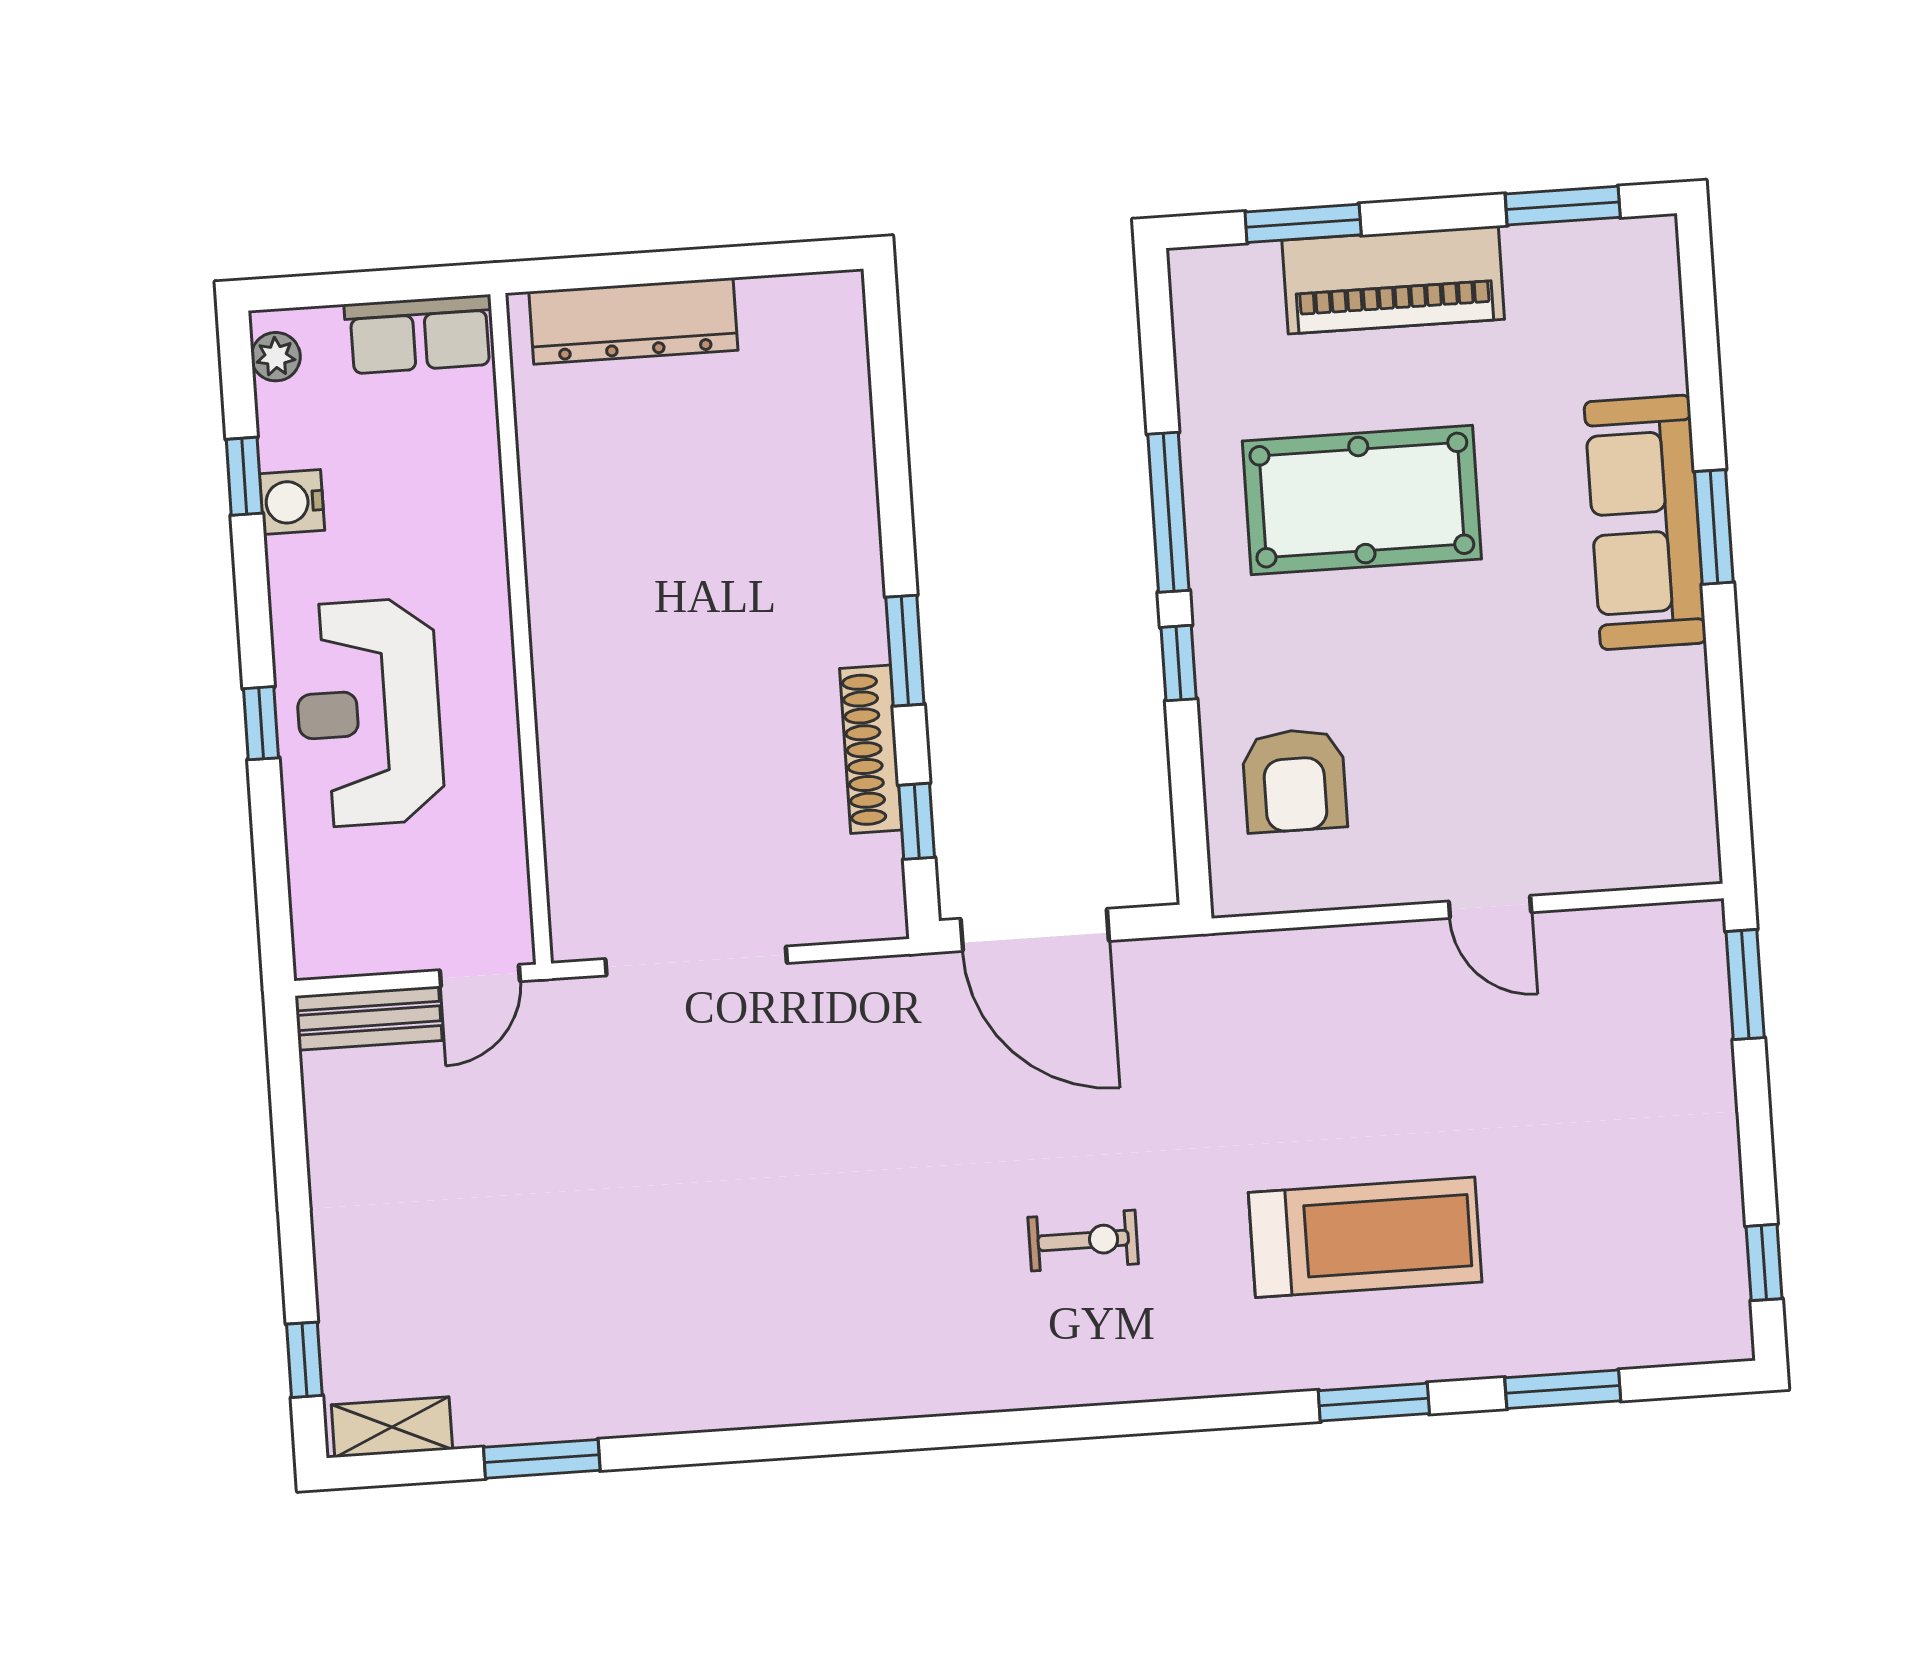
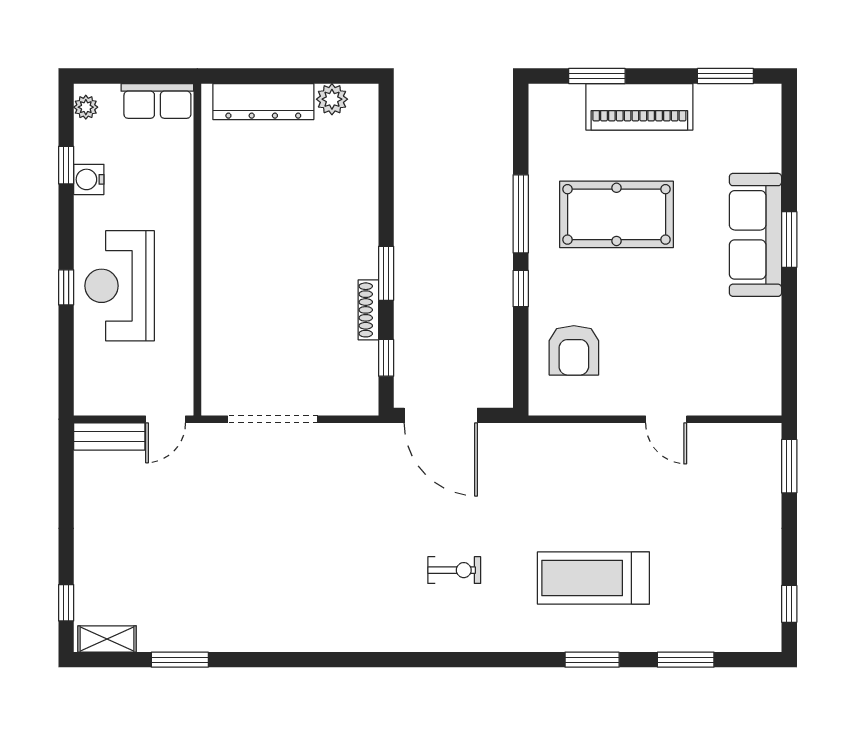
plant: (772, 307) -> (332, 99), added
shoe rack: (871, 749) -> (368, 310), width x0.74, depth x0.81
treadmill: (1365, 1237) -> (593, 578), turned 180

